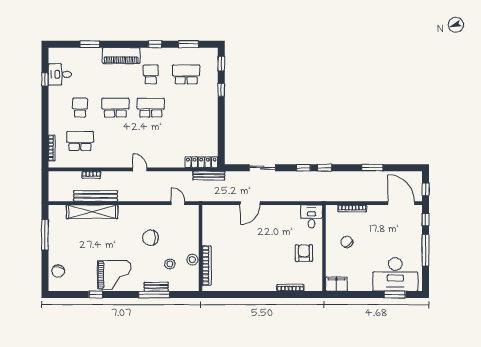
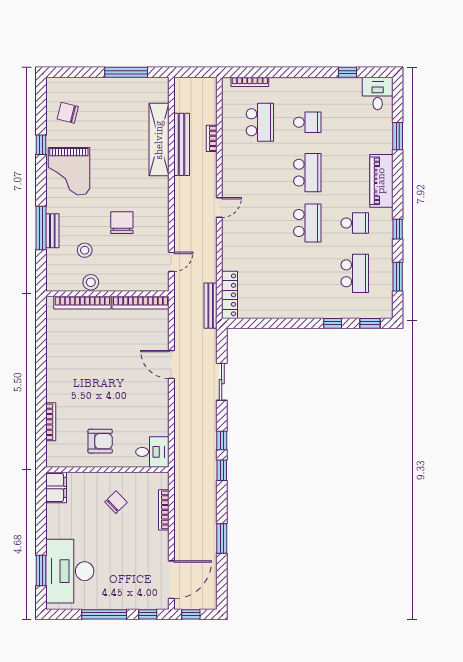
desk: (60, 74) -> (378, 93), moved
bookcase: (207, 225) -> (141, 303), added
chair: (58, 271) -> (68, 113), moved

